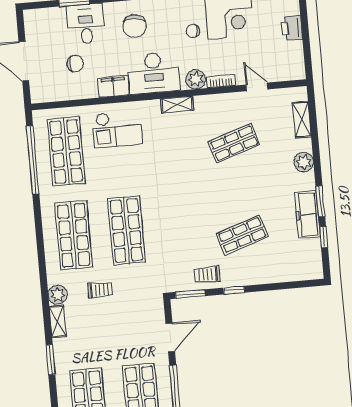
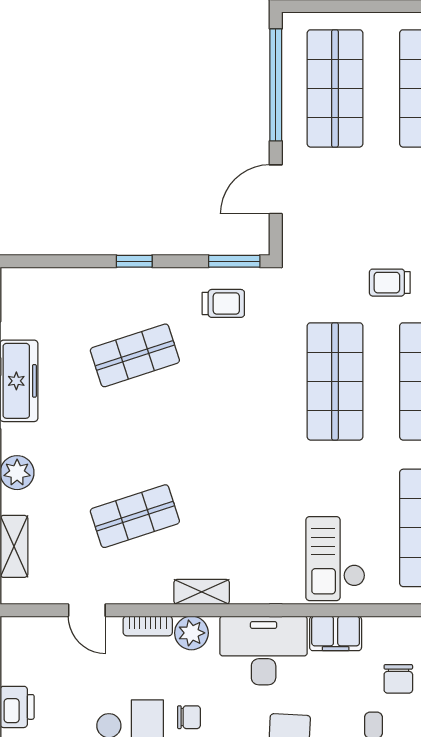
chair: (75, 64) -> (398, 679), turned -90
shelving: (177, 105) -> (202, 592), moved
checkout: (117, 129) -> (335, 559), turned -90
trolley: (207, 274) -> (223, 303), moved
window: (234, 290) -> (134, 261), moved

